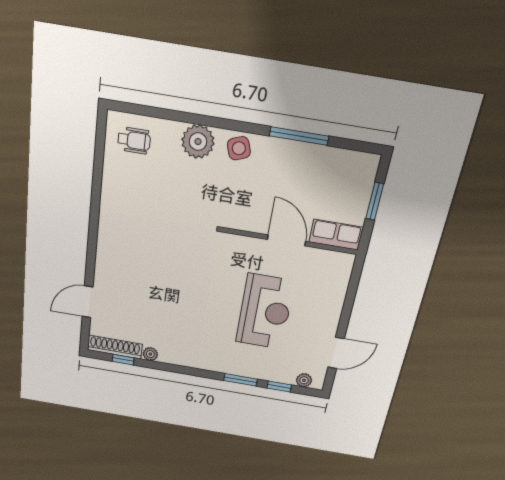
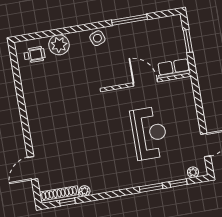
plant: (198, 142) -> (59, 45), moved

